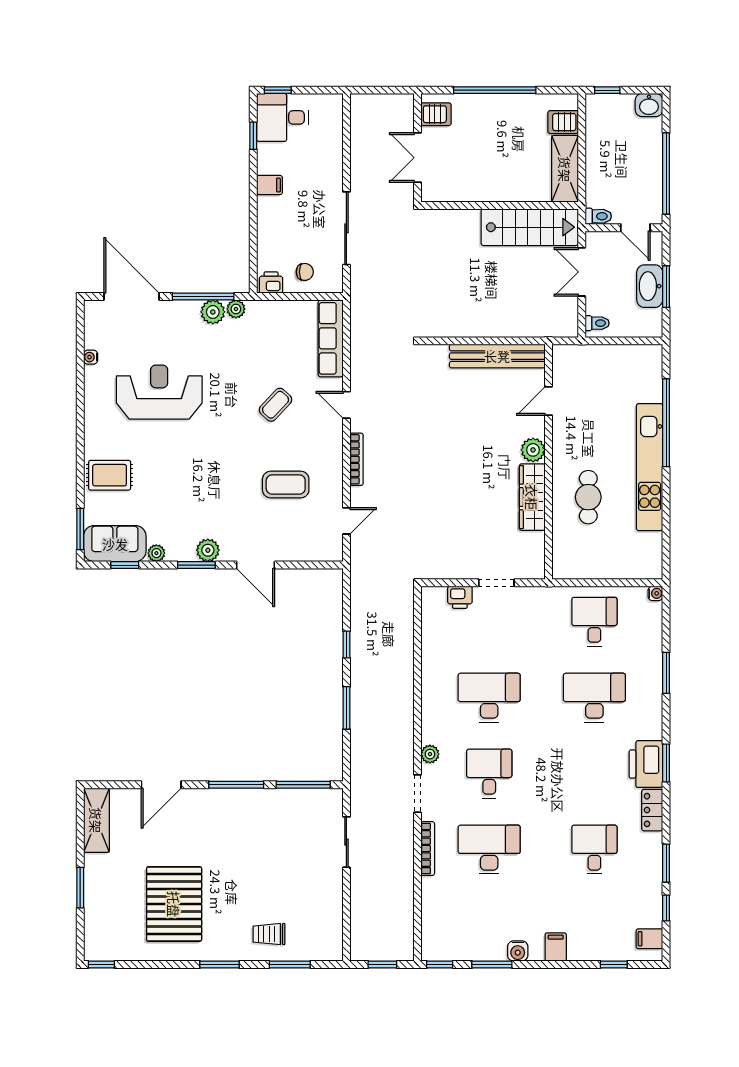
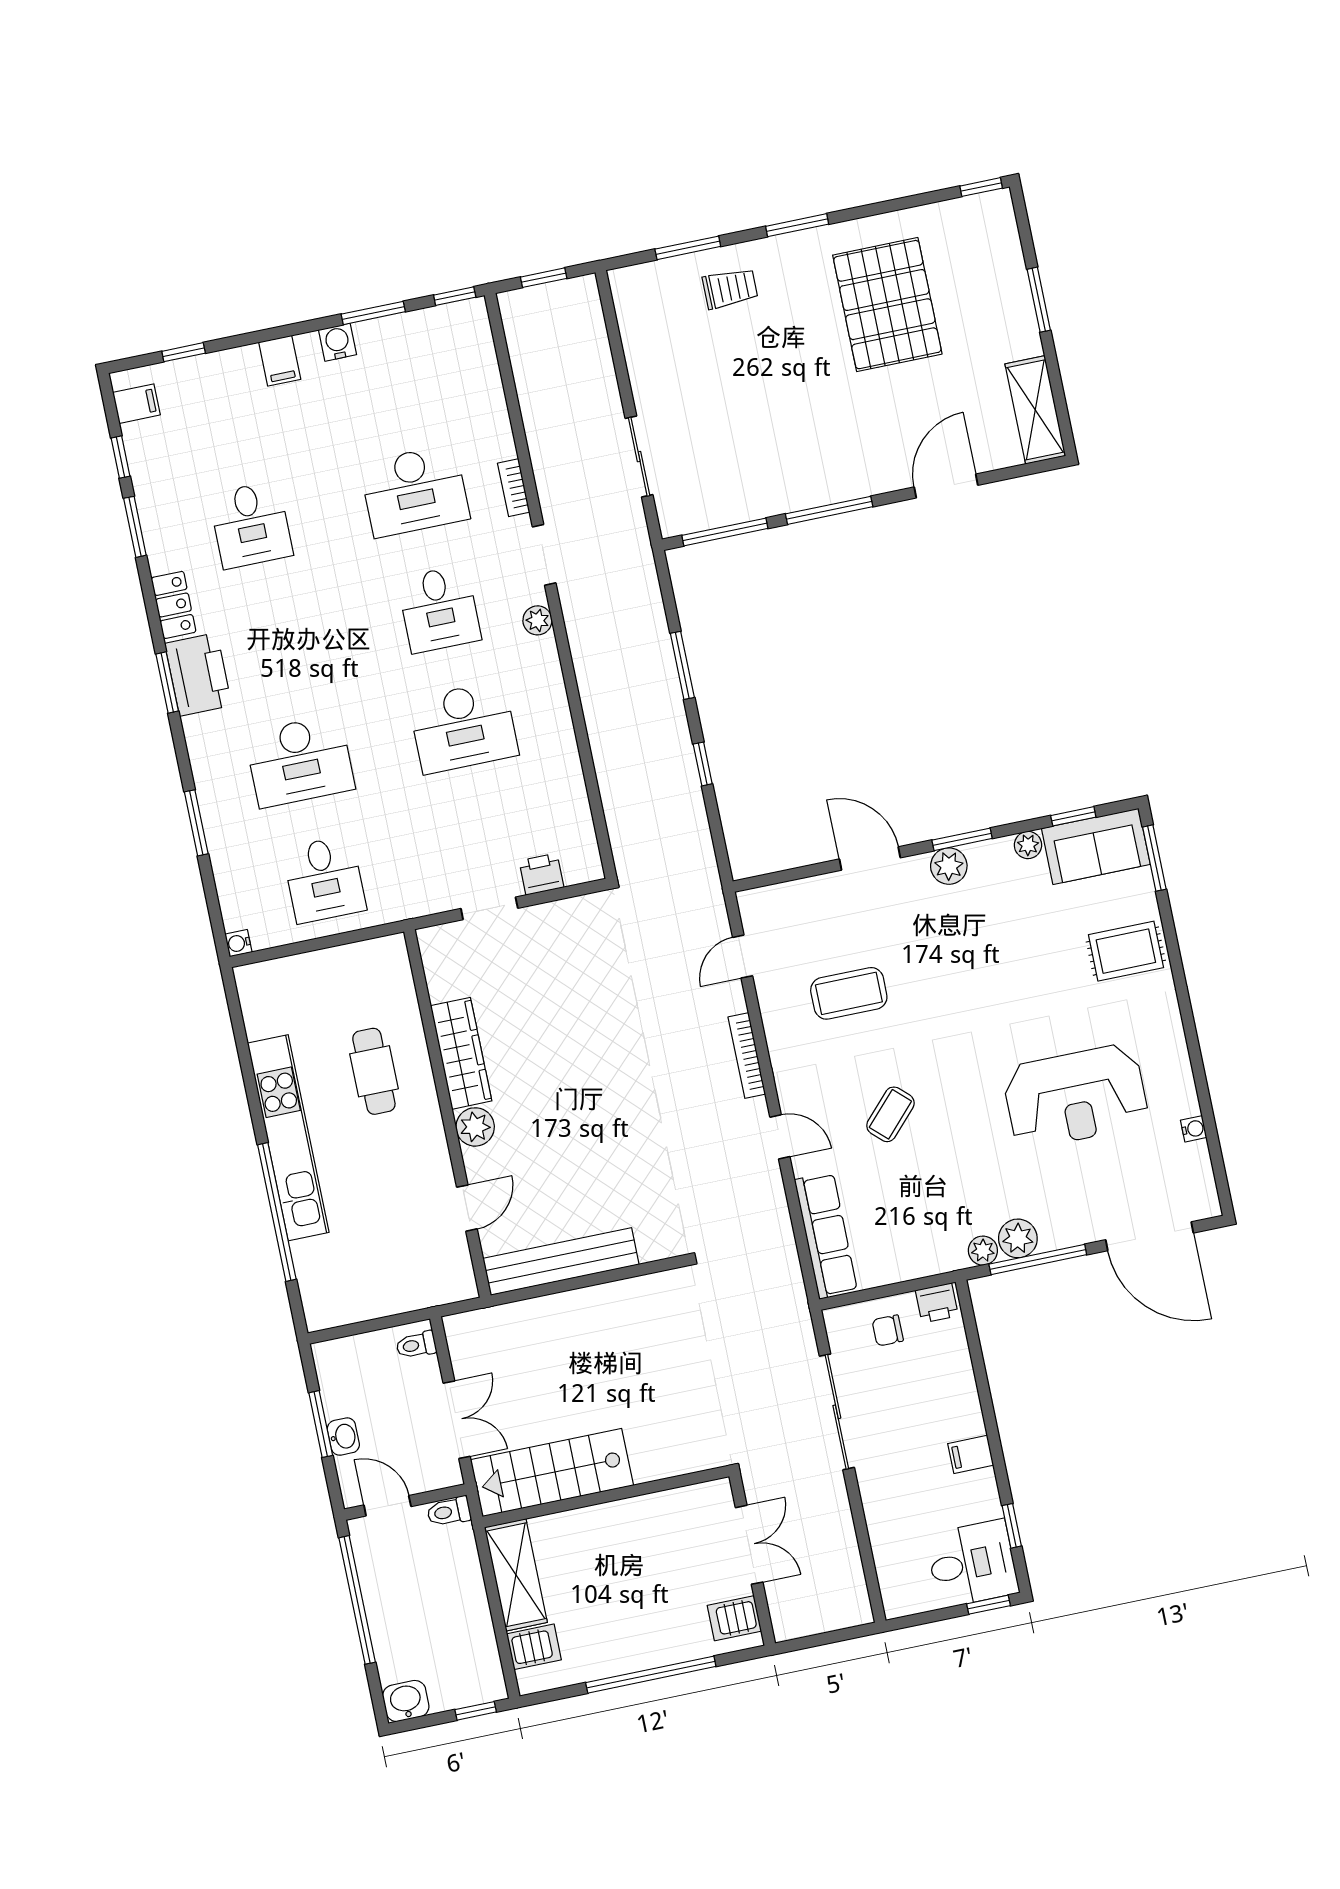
washbasin: (650, 286) -> (343, 1437), width x0.52, depth x0.69
bookcase: (428, 849) -> (514, 488), width x0.64

